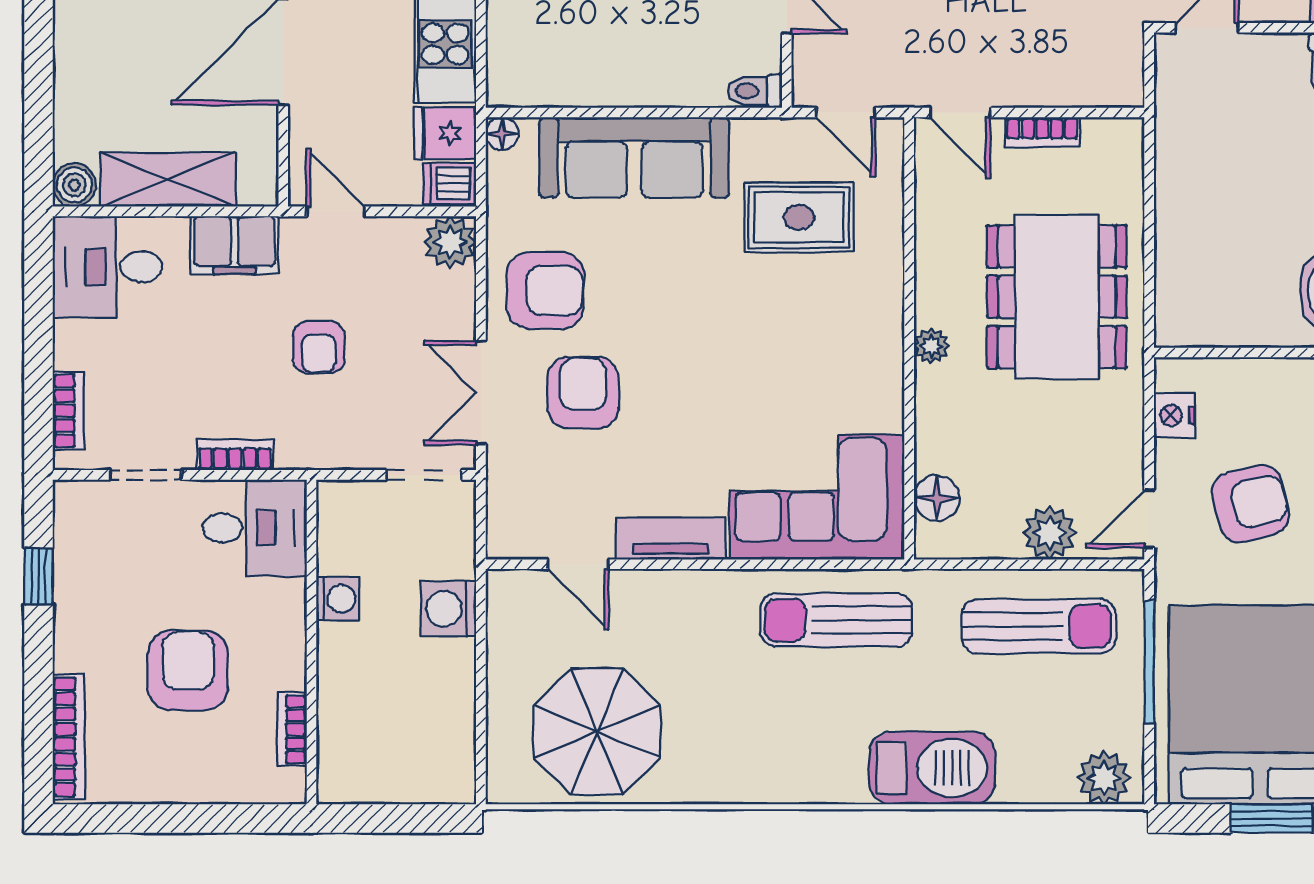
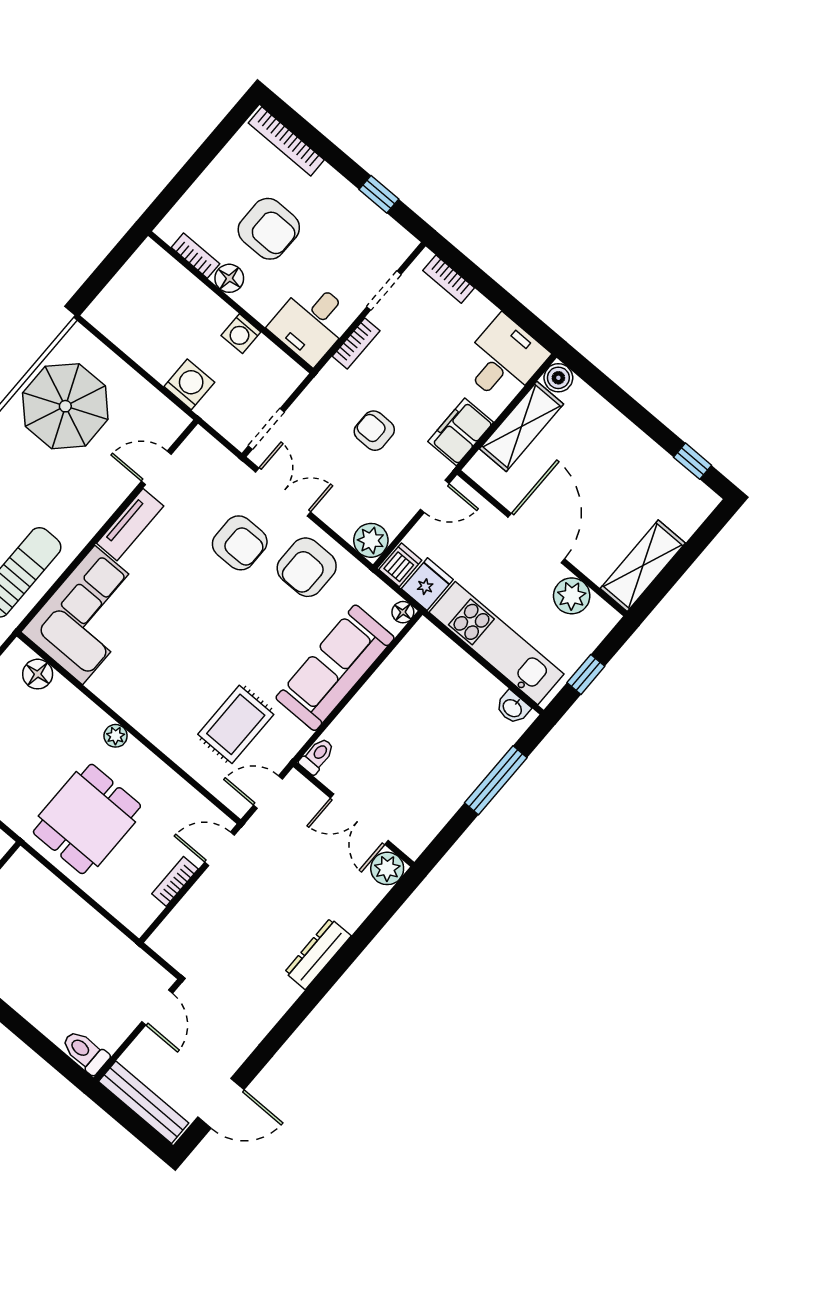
dining table: (1057, 297) -> (87, 819), width x0.73
floor lamp: (285, 667) -> (229, 278), added

